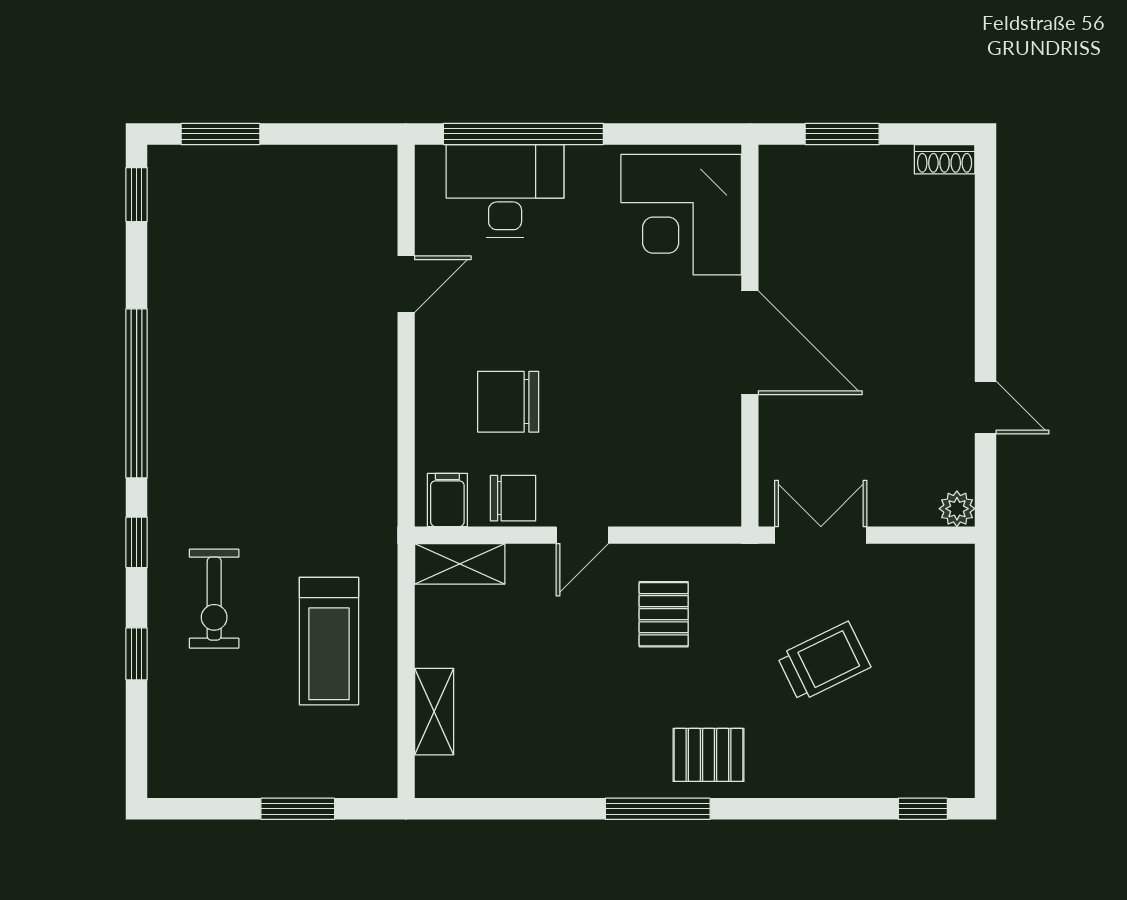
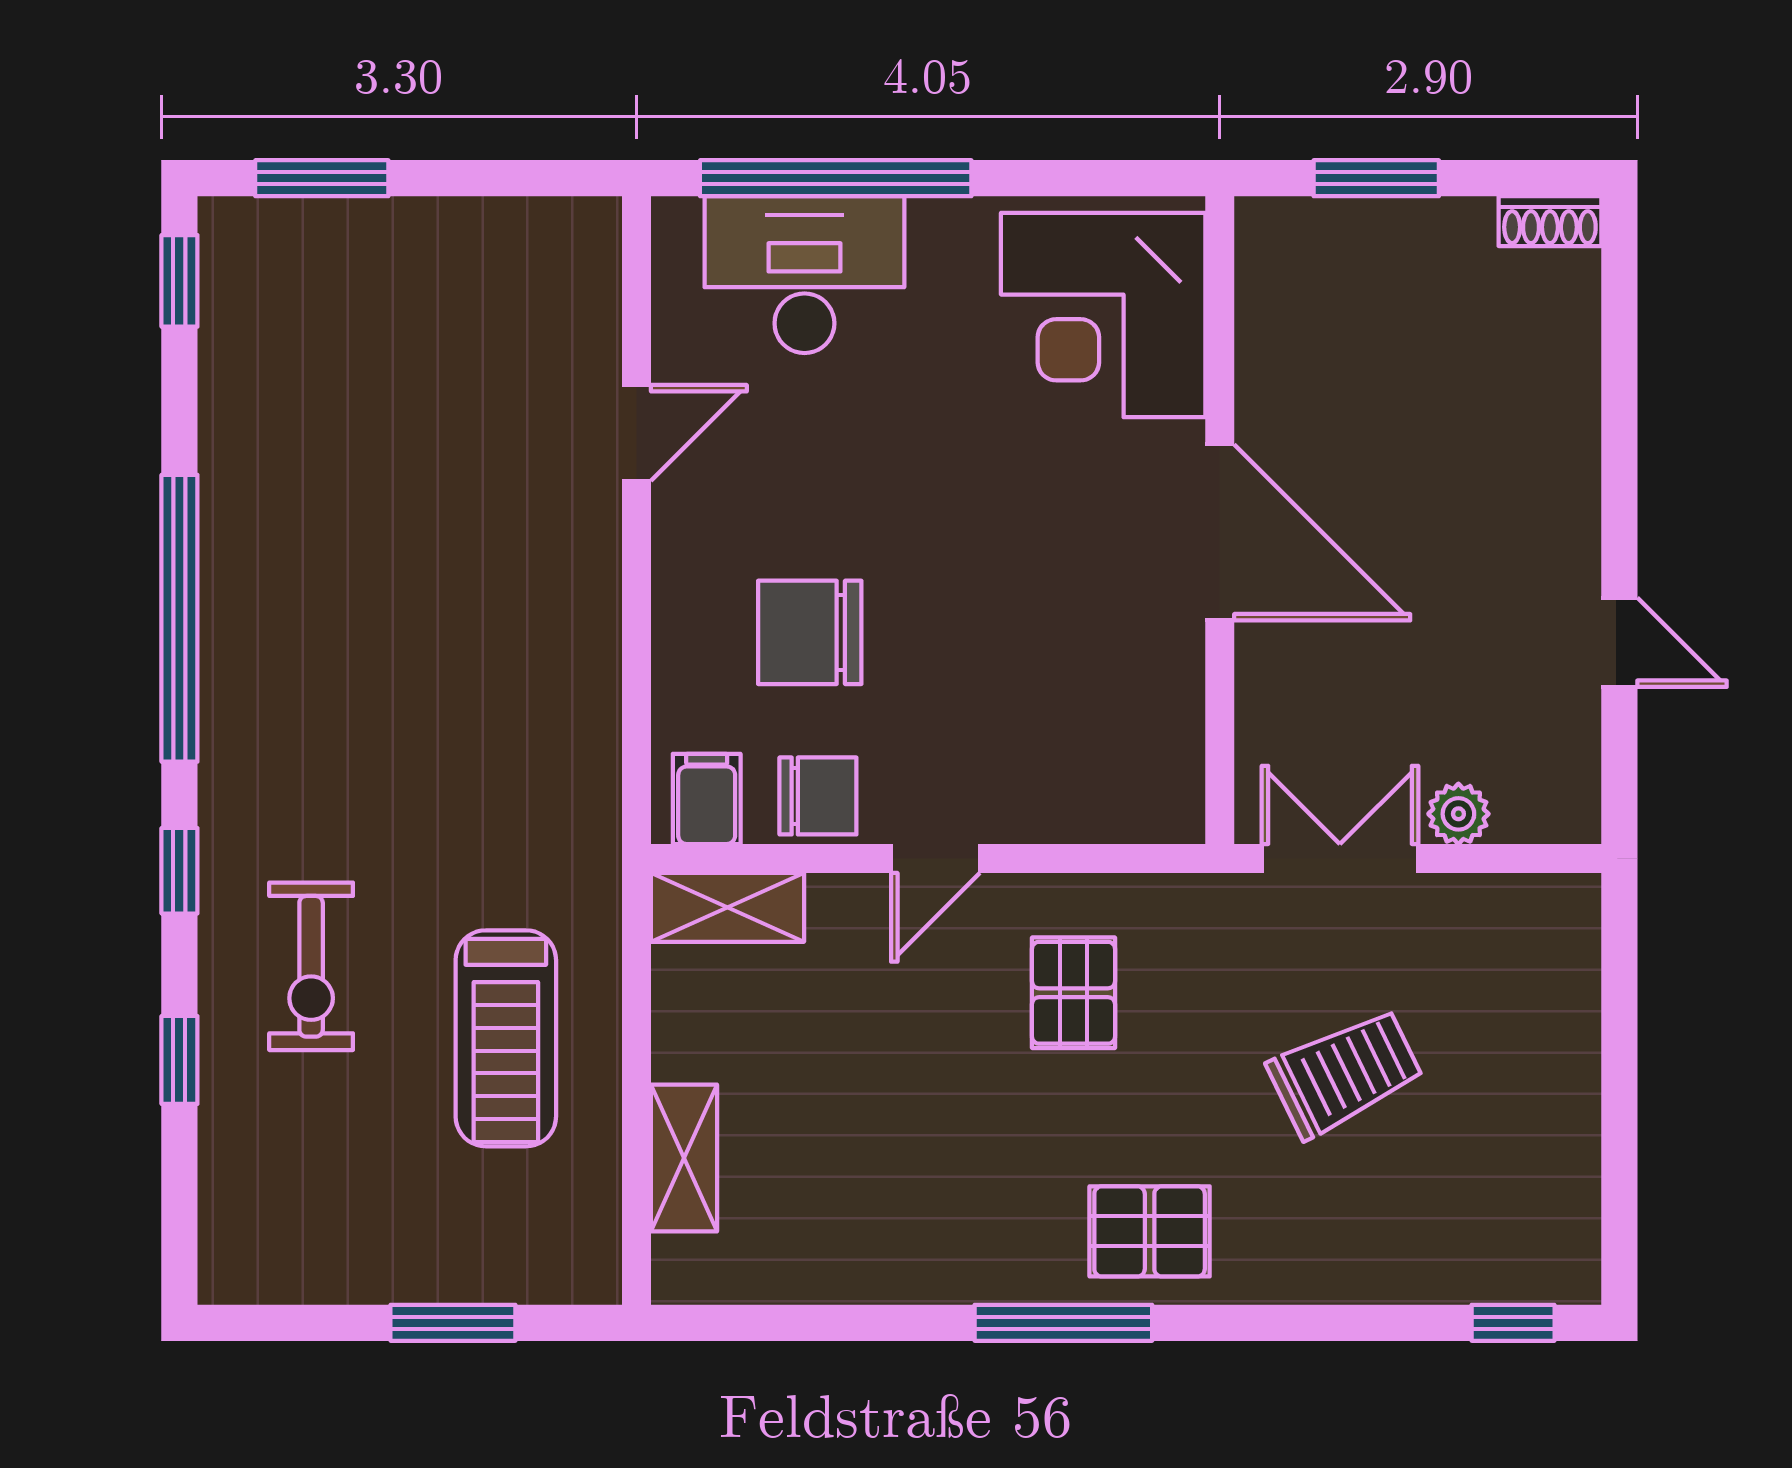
plant: (957, 509) -> (1458, 814), moved

